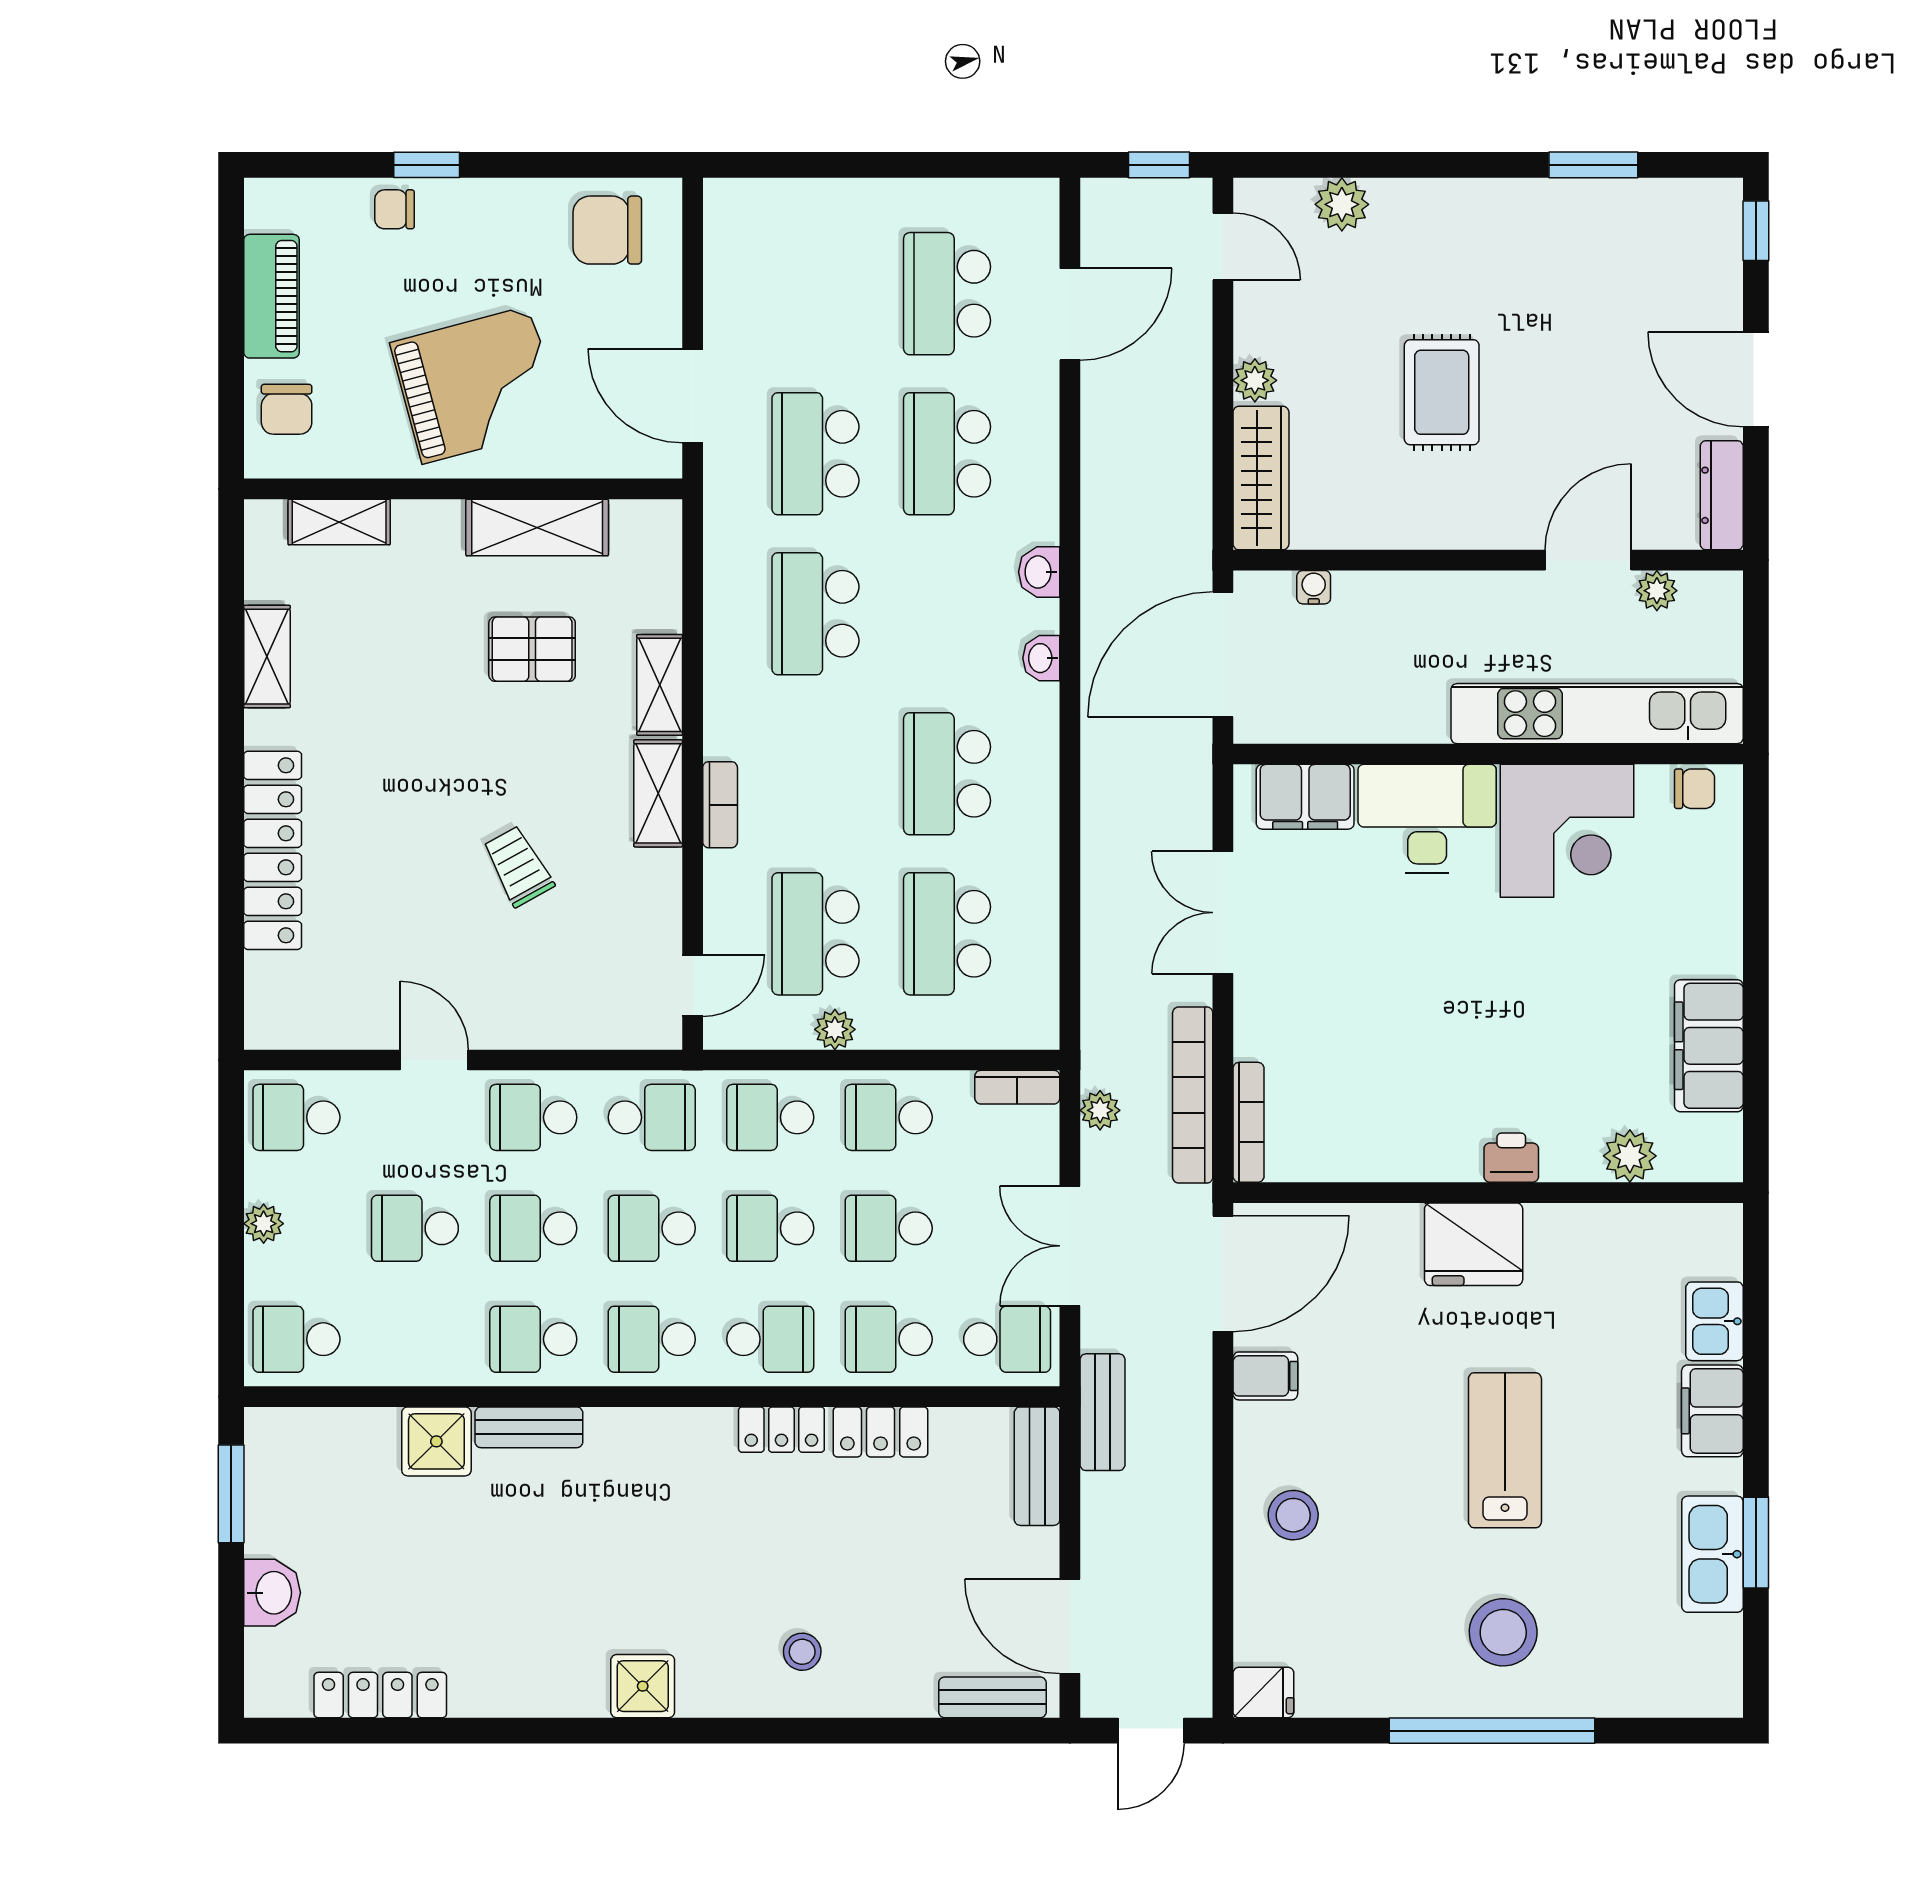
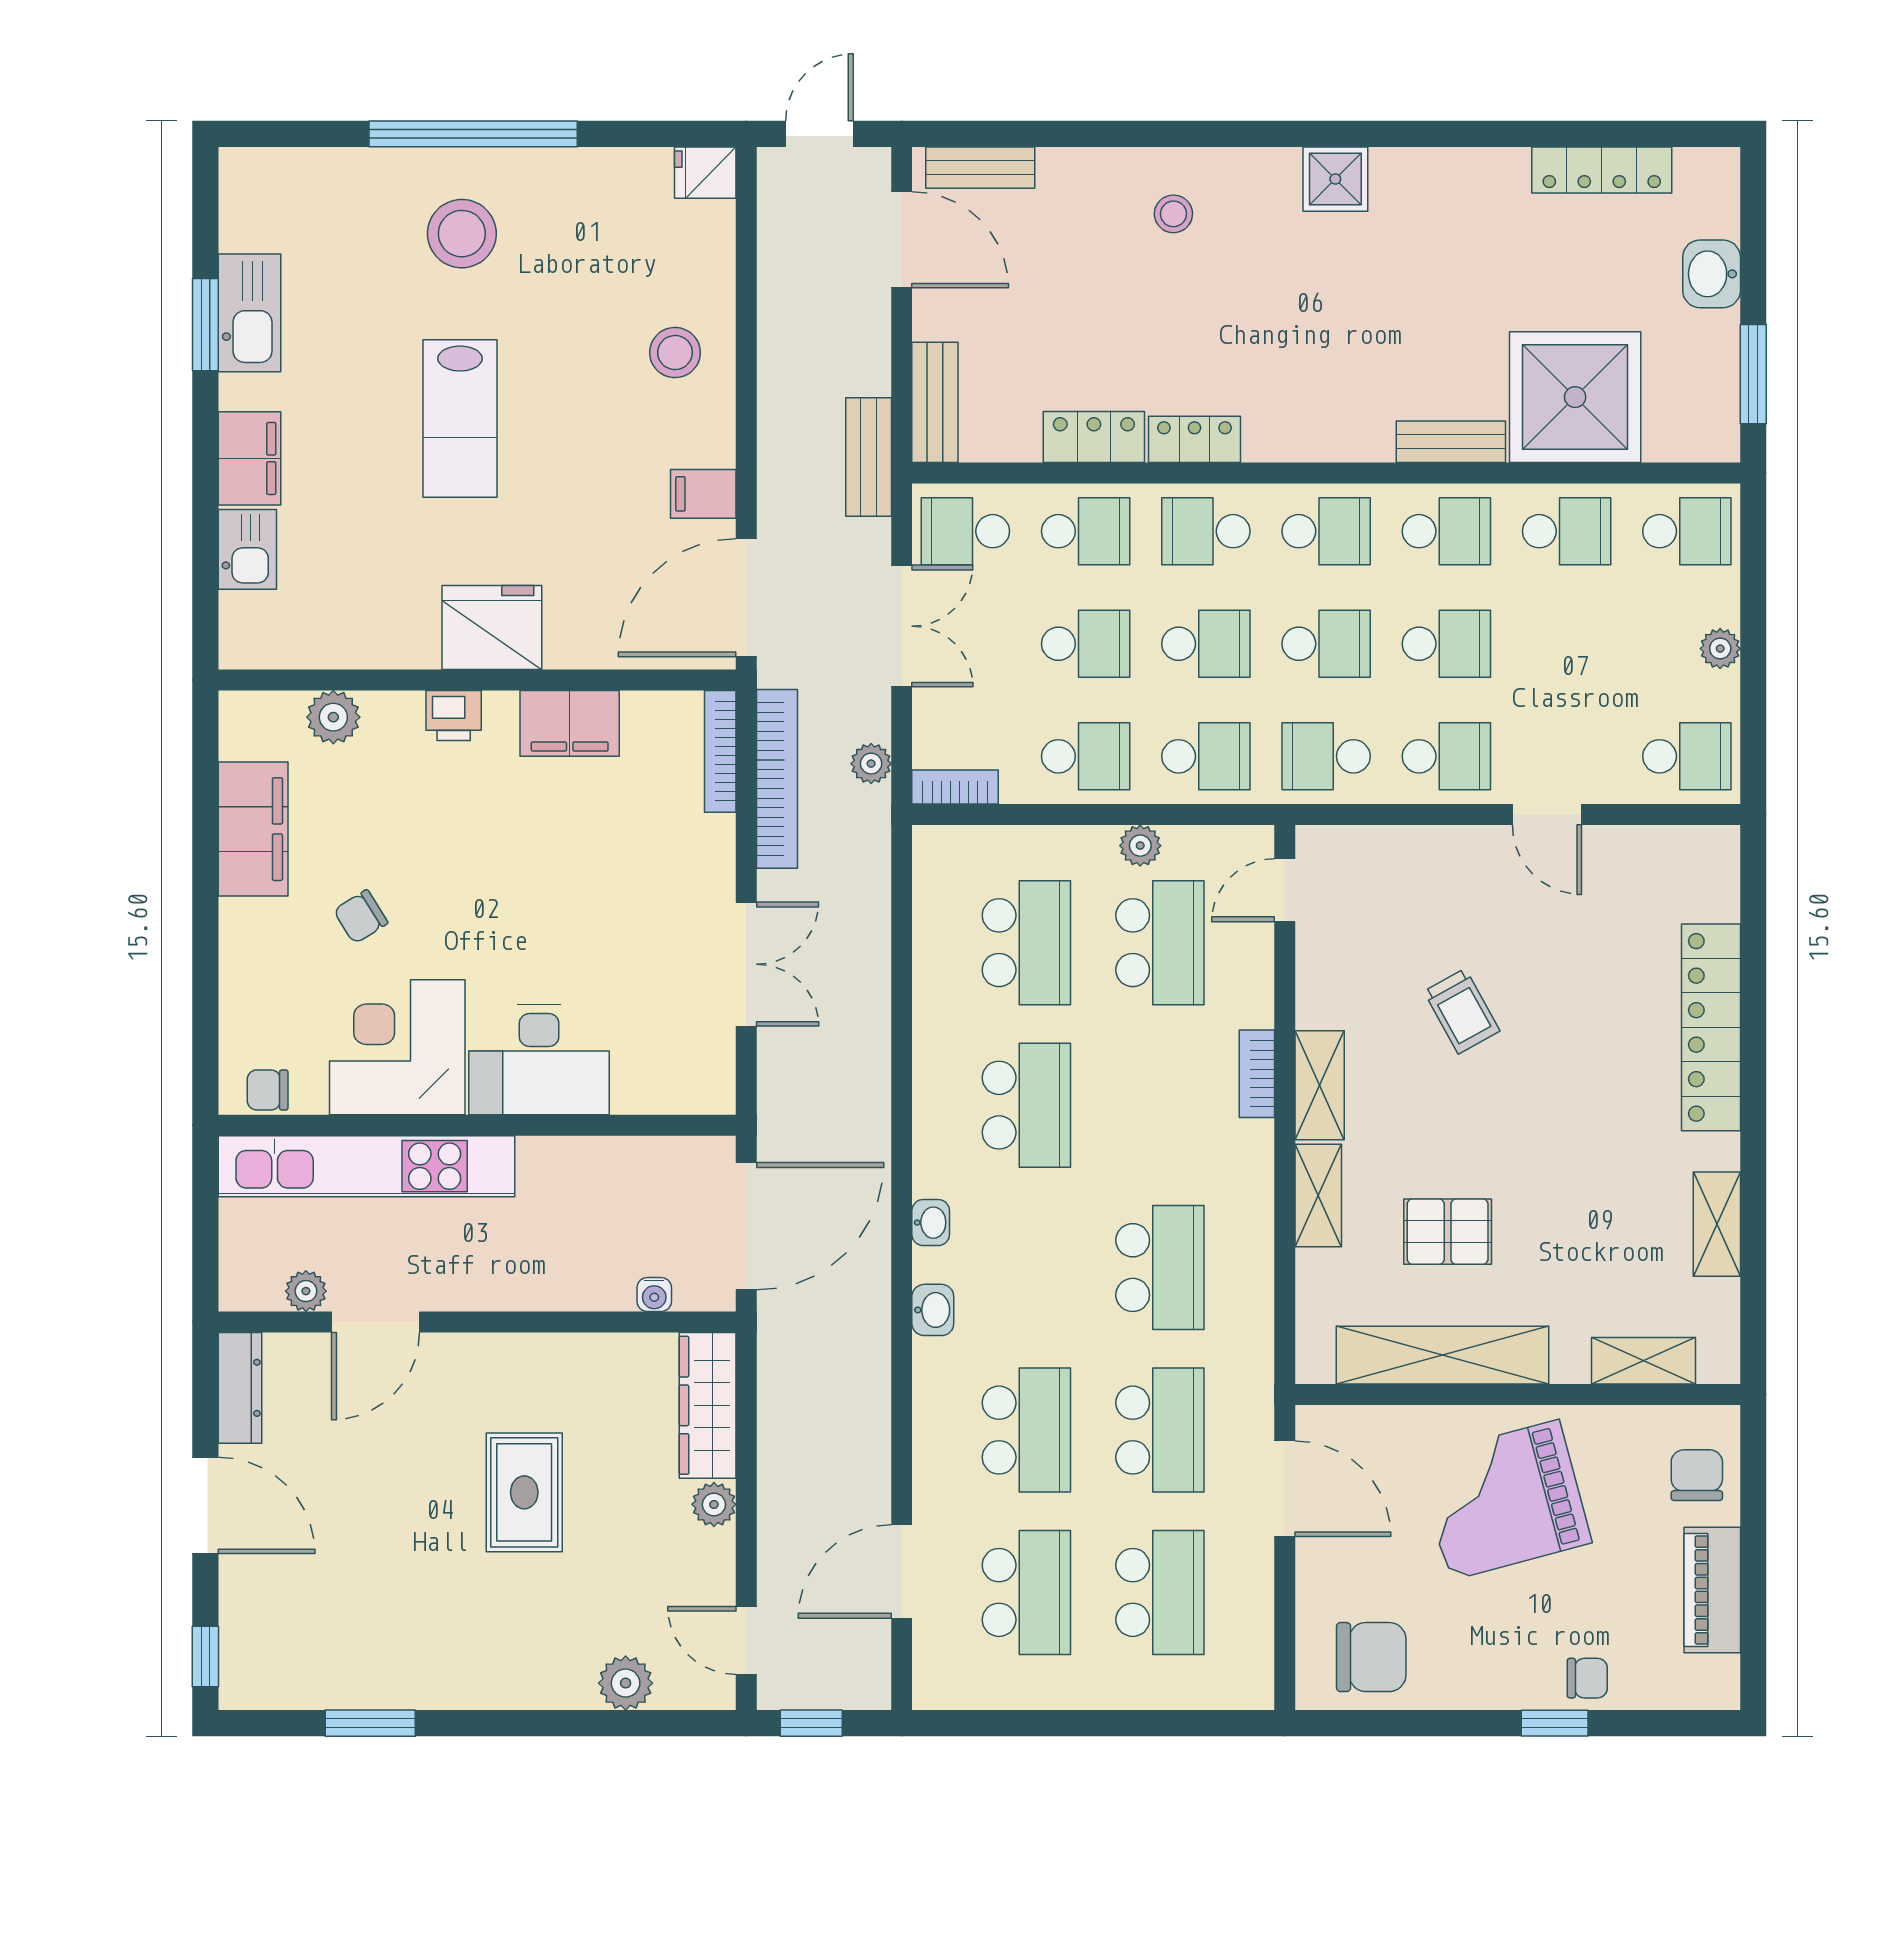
school desk: (815, 294) -> (1160, 1592), added
shelving: (537, 527) -> (1442, 1355), width x1.47
filing cabinet: (1305, 797) -> (570, 723), moved, turned 180
chair: (1603, 959) -> (361, 917), added
school desk: (415, 1228) -> (1567, 531), moved
shower: (436, 1441) -> (1575, 397), width x1.86, depth x1.86

